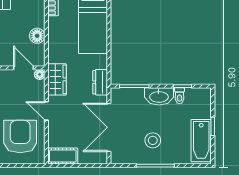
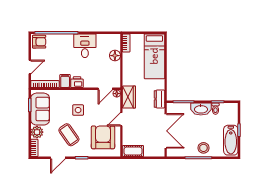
floor lamp: (37, 36) -> (115, 56), moved
door: (23, 68) -> (105, 89), swing flipped
door: (46, 111) -> (121, 119), hinge flipped
double door: (109, 127) -> (166, 131), swing flipped
stool: (153, 140) -> (203, 148), moved

